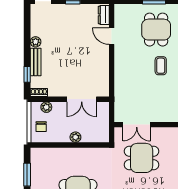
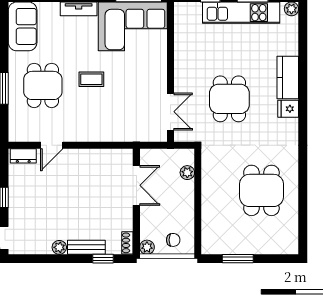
dining table: (156, 30) -> (43, 85), turned 90
plant: (46, 107) -> (147, 247), moved
plant: (75, 137) -> (187, 173), moved
dining table: (142, 158) -> (229, 99), moved

